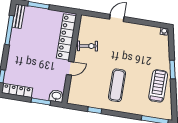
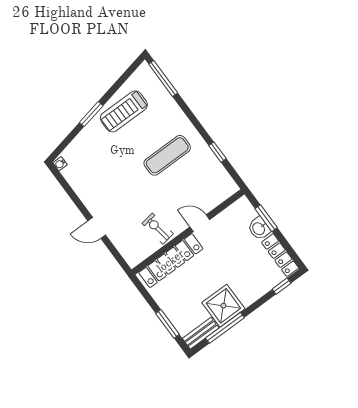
shower: (20, 40) -> (223, 306), added
washbasin: (56, 96) -> (259, 228), moved

